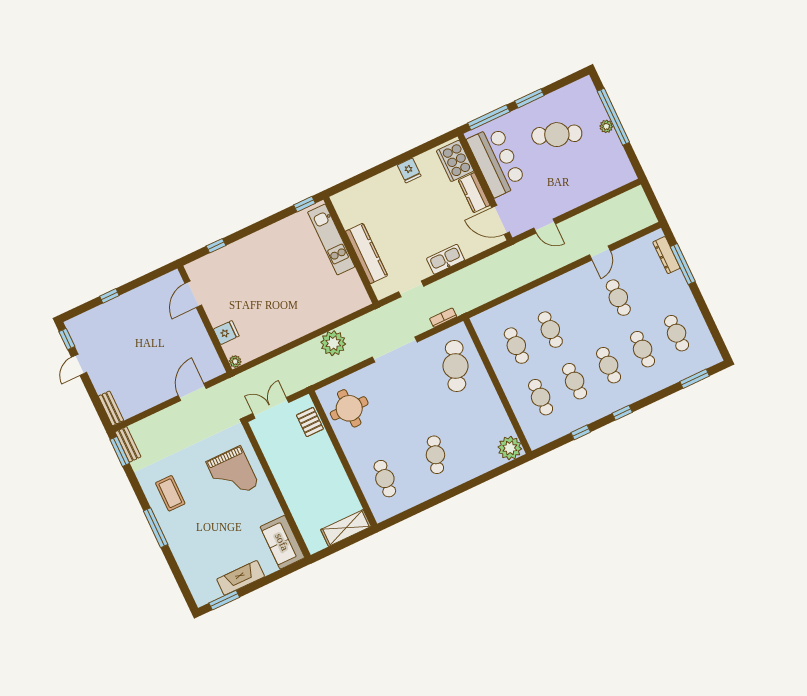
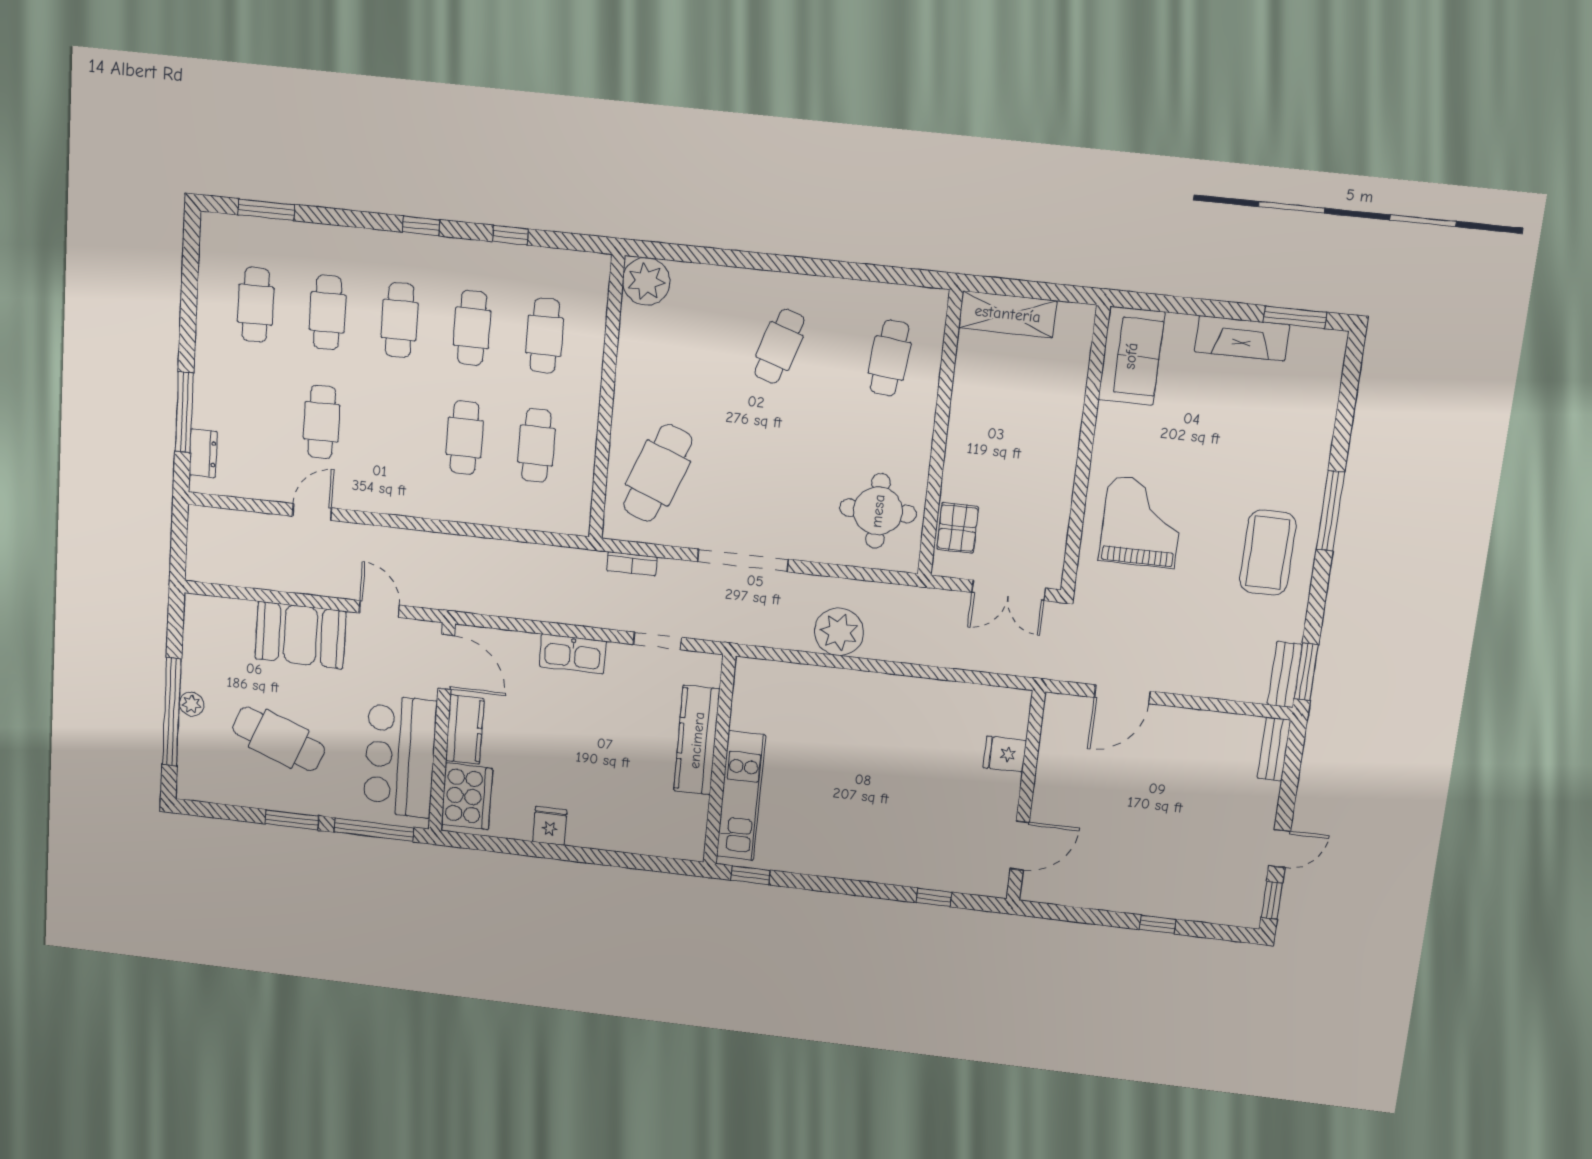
booth: (574, 191) -> (301, 635), added
dresser: (666, 255) -> (203, 453), width x0.70
plant: (235, 361) -> (1020, 700), removed
coffee table: (170, 493) -> (1268, 553), width x1.36, depth x1.32

